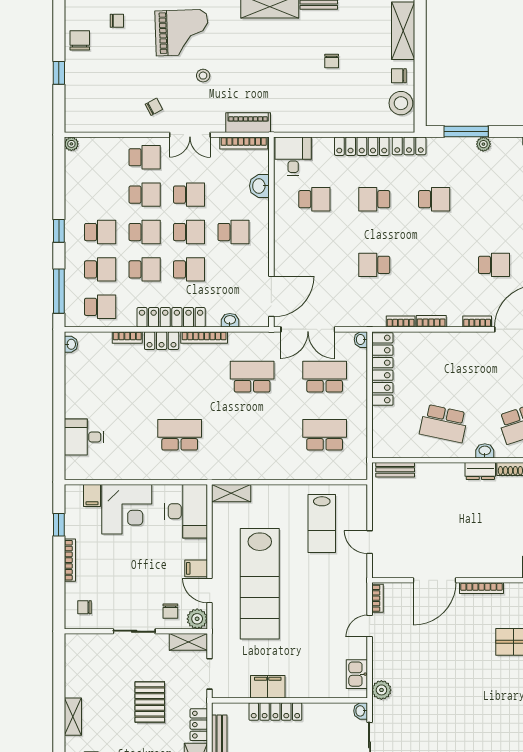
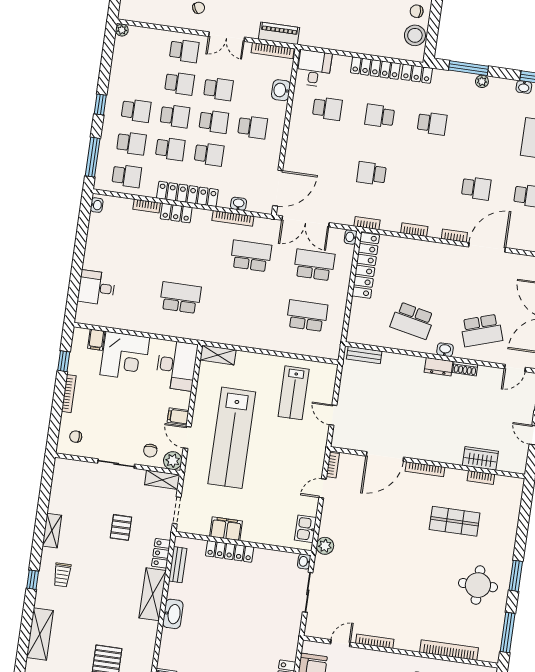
bookcase: (401, 321) -> (367, 223), moved
bookcase: (204, 337) -> (233, 218), moved
pallet: (150, 702) -> (121, 527), width x0.67, depth x0.71

